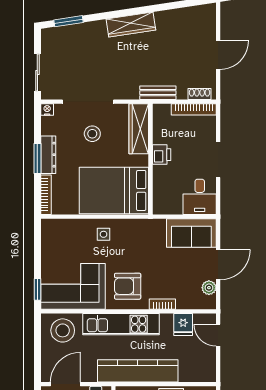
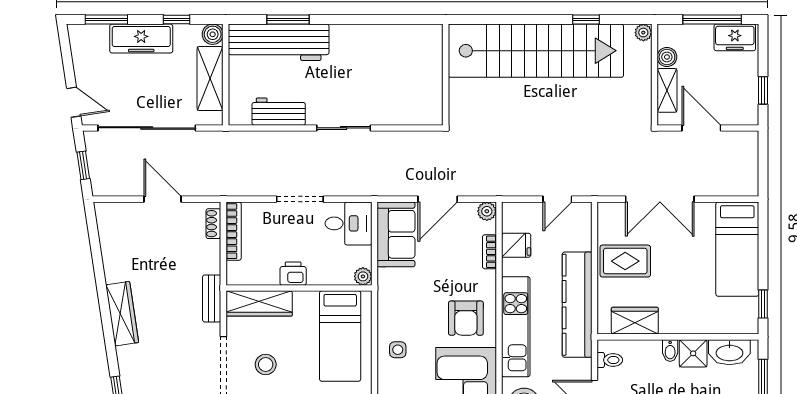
bench: (158, 93) -> (212, 298), moved
bed: (114, 190) -> (340, 336), width x0.67
plant: (159, 208) -> (363, 276), added
door: (218, 265) -> (438, 199), swing flipped
plant: (209, 288) -> (487, 211), moved
bookcase: (162, 304) -> (489, 252), moved
door: (218, 335) -> (557, 199), moved

